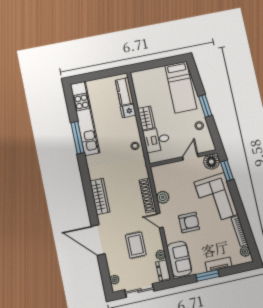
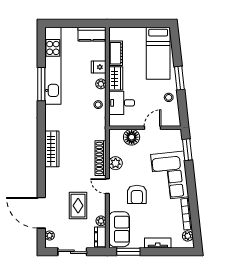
kitchen counter: (124, 91) -> (92, 34), moved, turned -90
cot: (141, 95) -> (116, 53), added
plant: (134, 126) -> (101, 84), added
floor lamp: (211, 162) -> (132, 137), moved
armchair: (189, 222) -> (137, 194), turned 90
door: (98, 240) -> (41, 213), moved
window: (207, 275) -> (128, 252), moved

